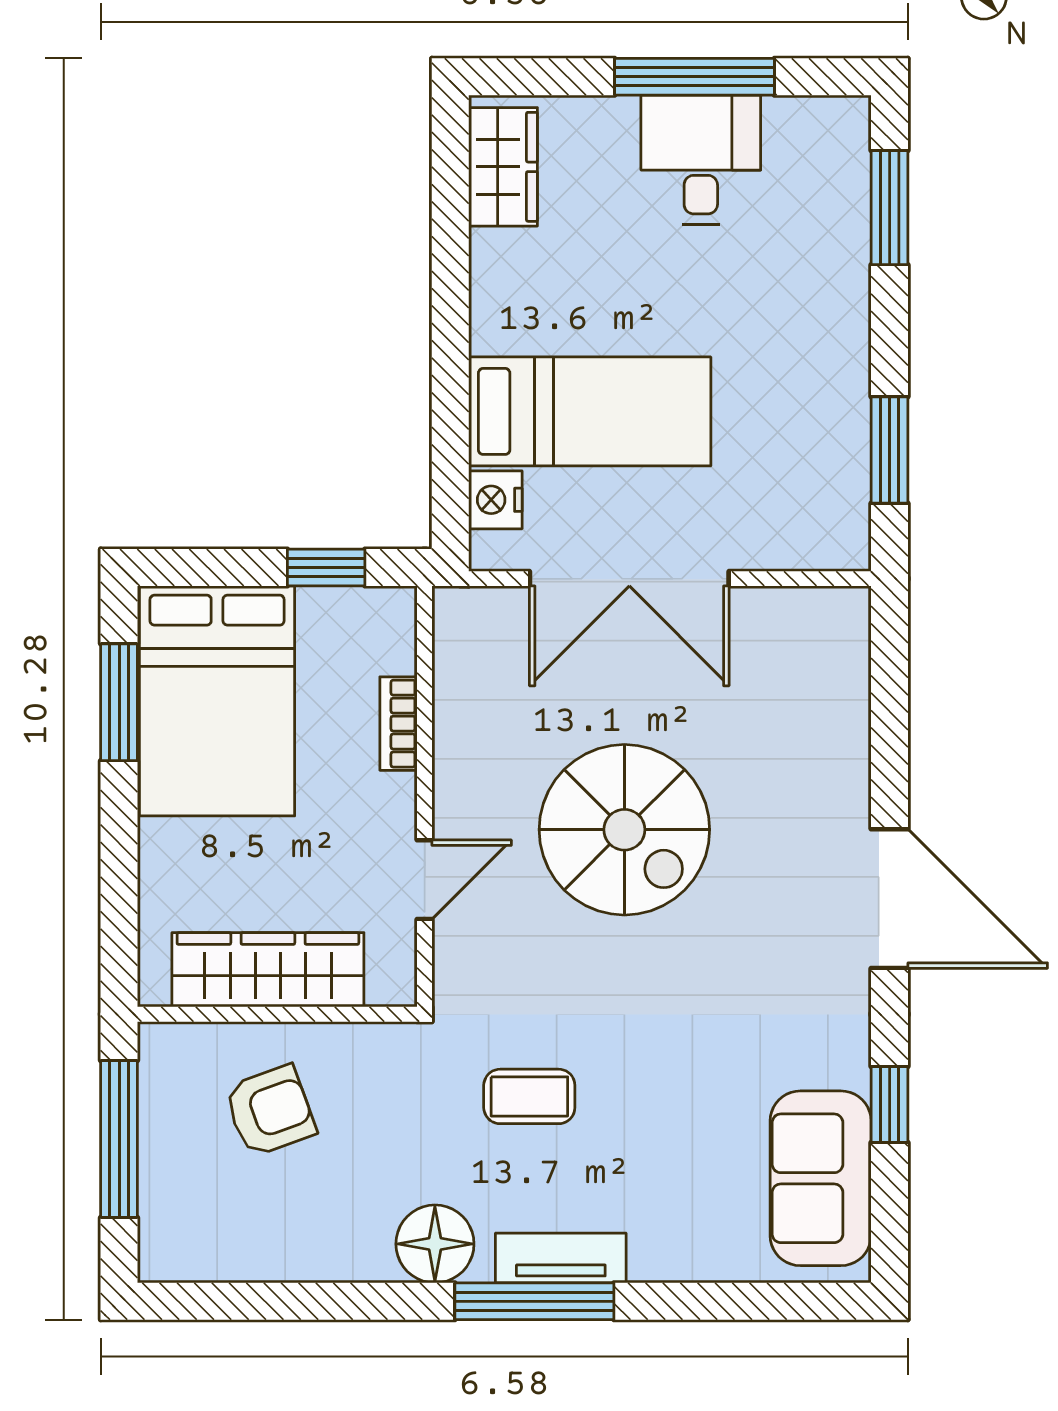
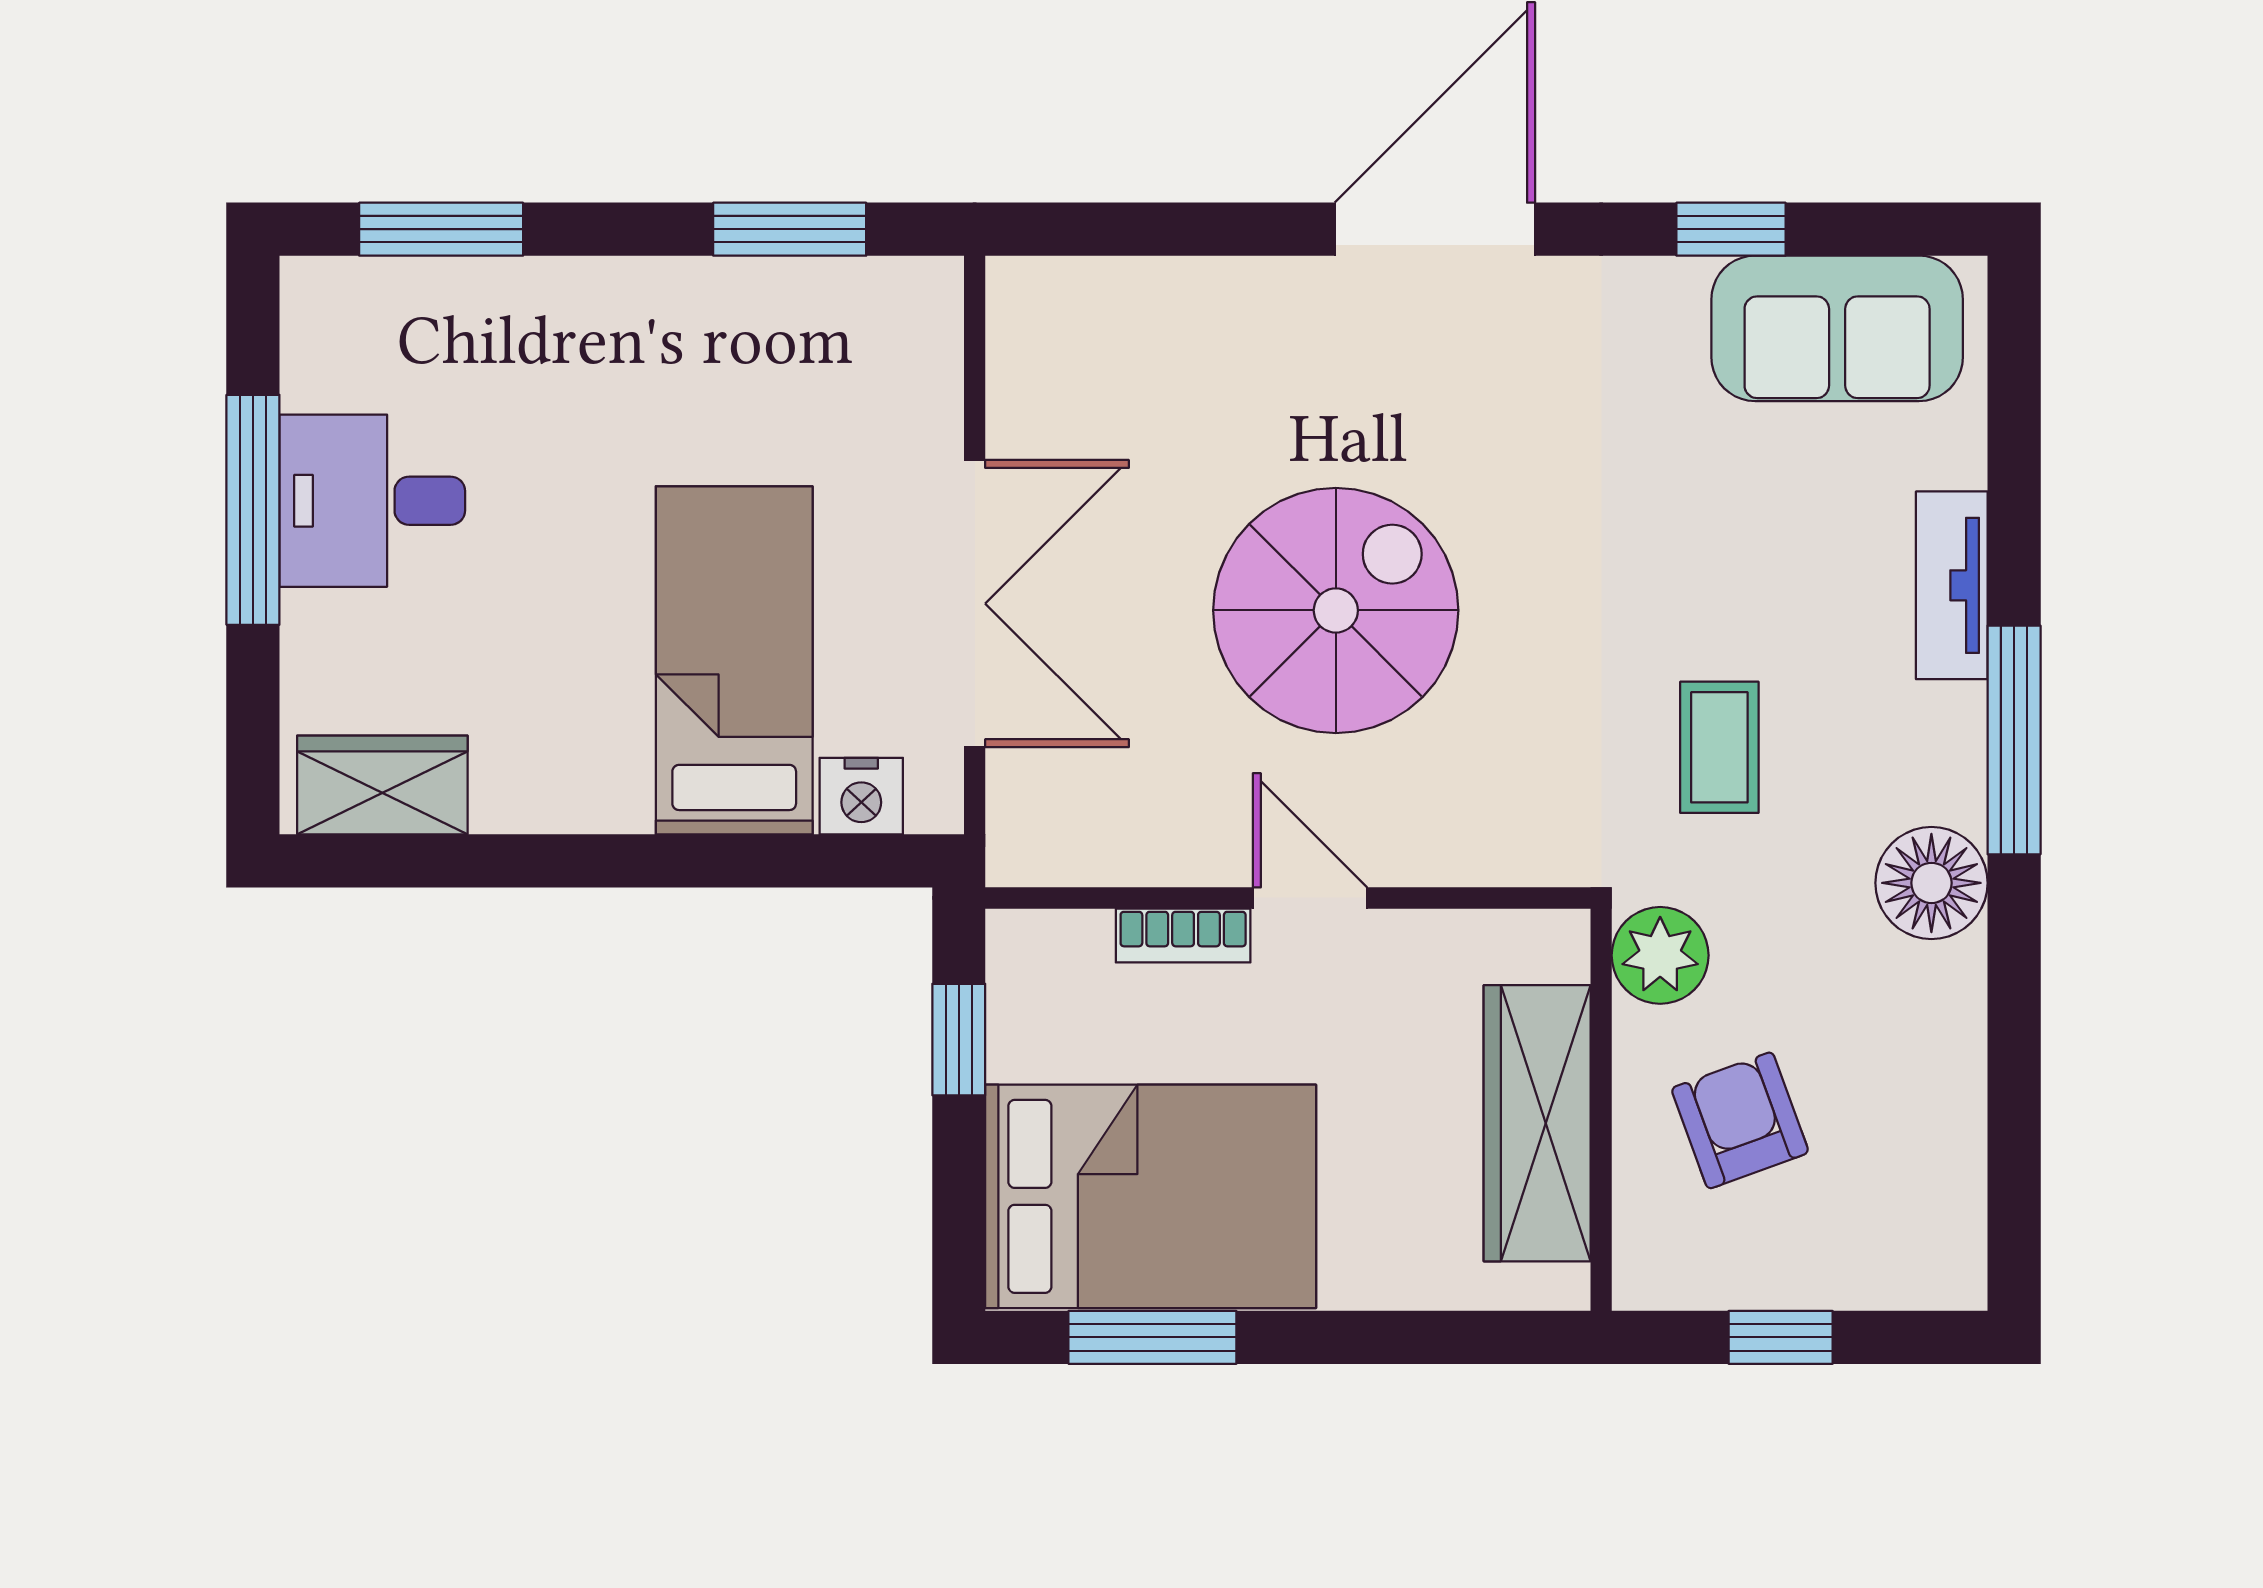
door: (425, 880) -> (1310, 898), moved
plant: (385, 1055) -> (1660, 955), added
window: (119, 1139) -> (1781, 1337), width x0.46
tv unit: (561, 1258) -> (1952, 585), moved

